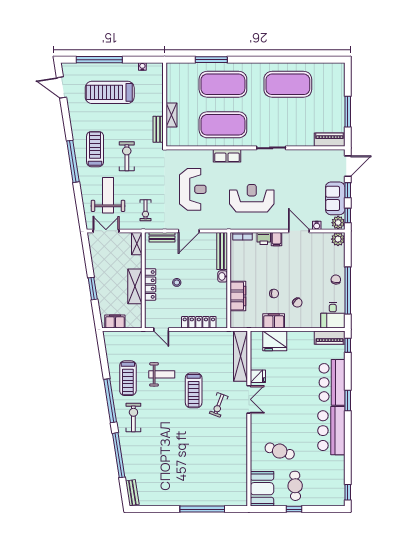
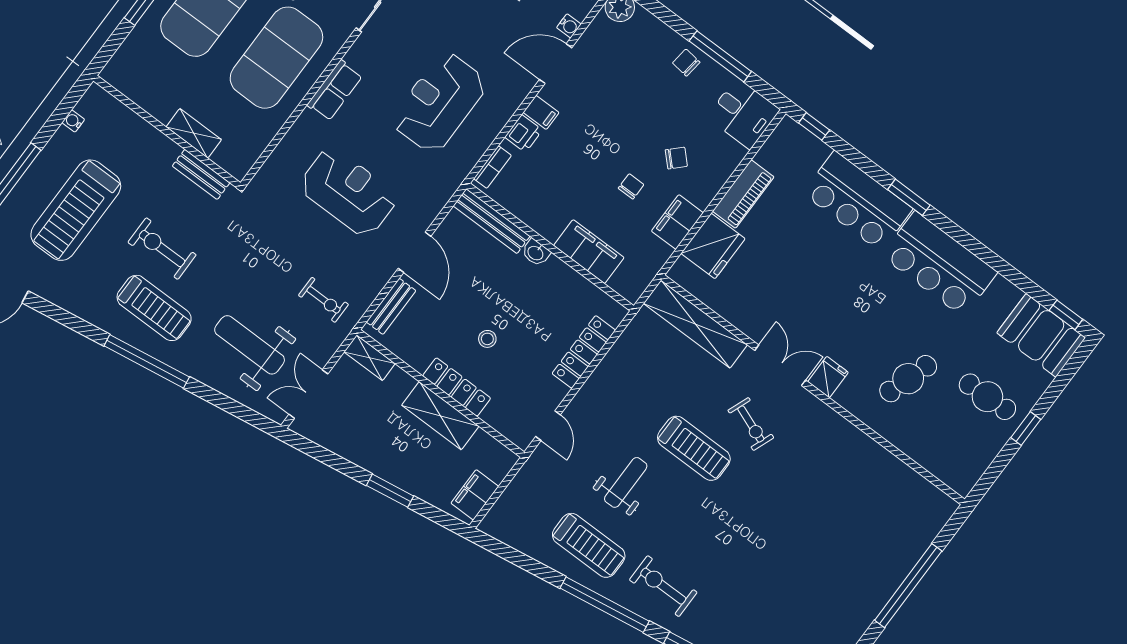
treadmill: (95, 149) -> (154, 308), turned 180
exercise bike: (127, 156) -> (162, 249), moved
window: (348, 291) -> (720, 56), width x0.68
door: (161, 329) -> (548, 426), hinge flipped
piano: (330, 338) -> (743, 194), moved
fridge: (258, 376) -> (828, 377), moved
booth: (262, 489) -> (1041, 335), moved

